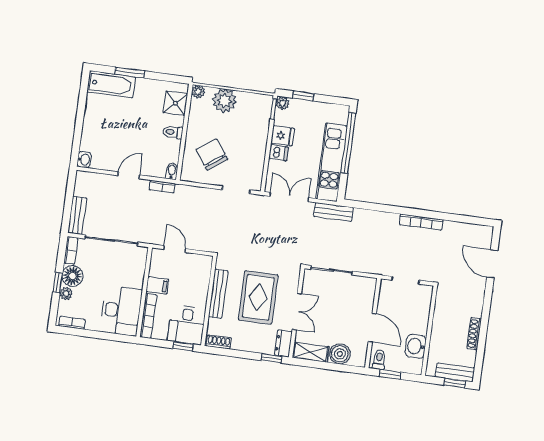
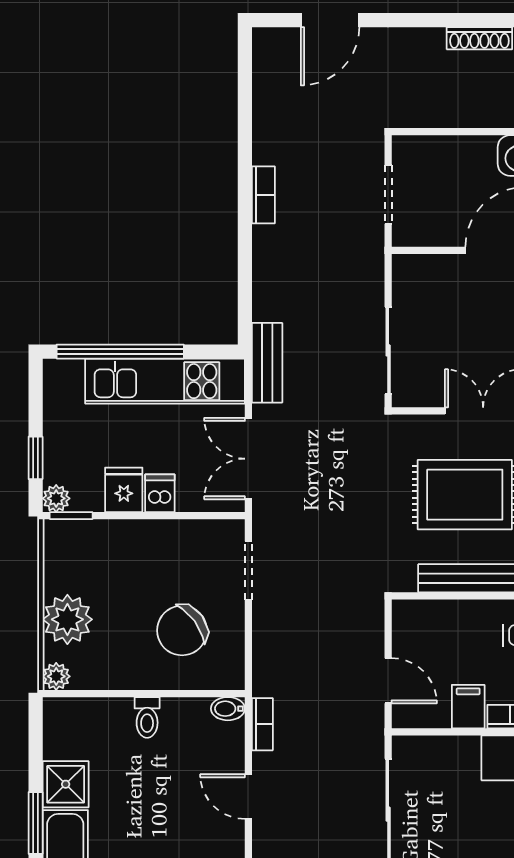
shower: (175, 103) -> (66, 784), moved
bookcase: (421, 222) -> (263, 195), width x0.64
door: (175, 249) -> (388, 681), swing flipped

